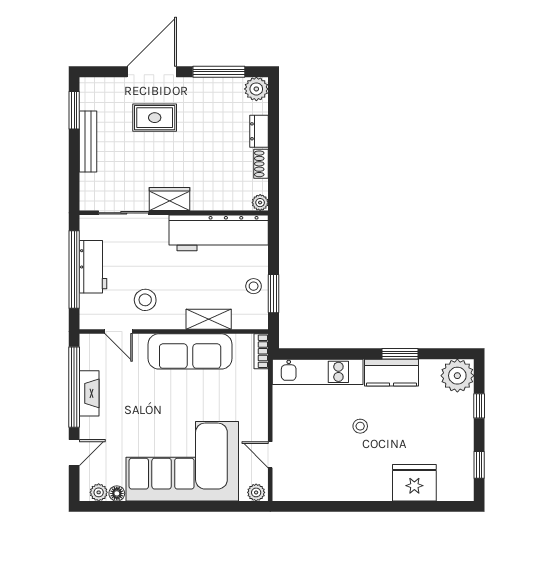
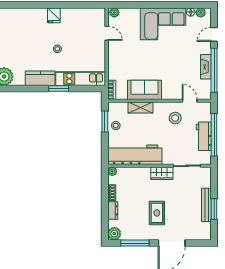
window: (74, 110) -> (214, 209), moved
rug: (155, 118) -> (157, 213), moved, turned 90
sofa: (190, 351) -> (145, 90), width x0.73
window: (400, 354) -> (59, 89), moved
corner sofa: (182, 461) -> (163, 24), width x0.73, depth x0.74
fridge: (414, 483) -> (54, 15), moved, width x0.53, depth x0.75

